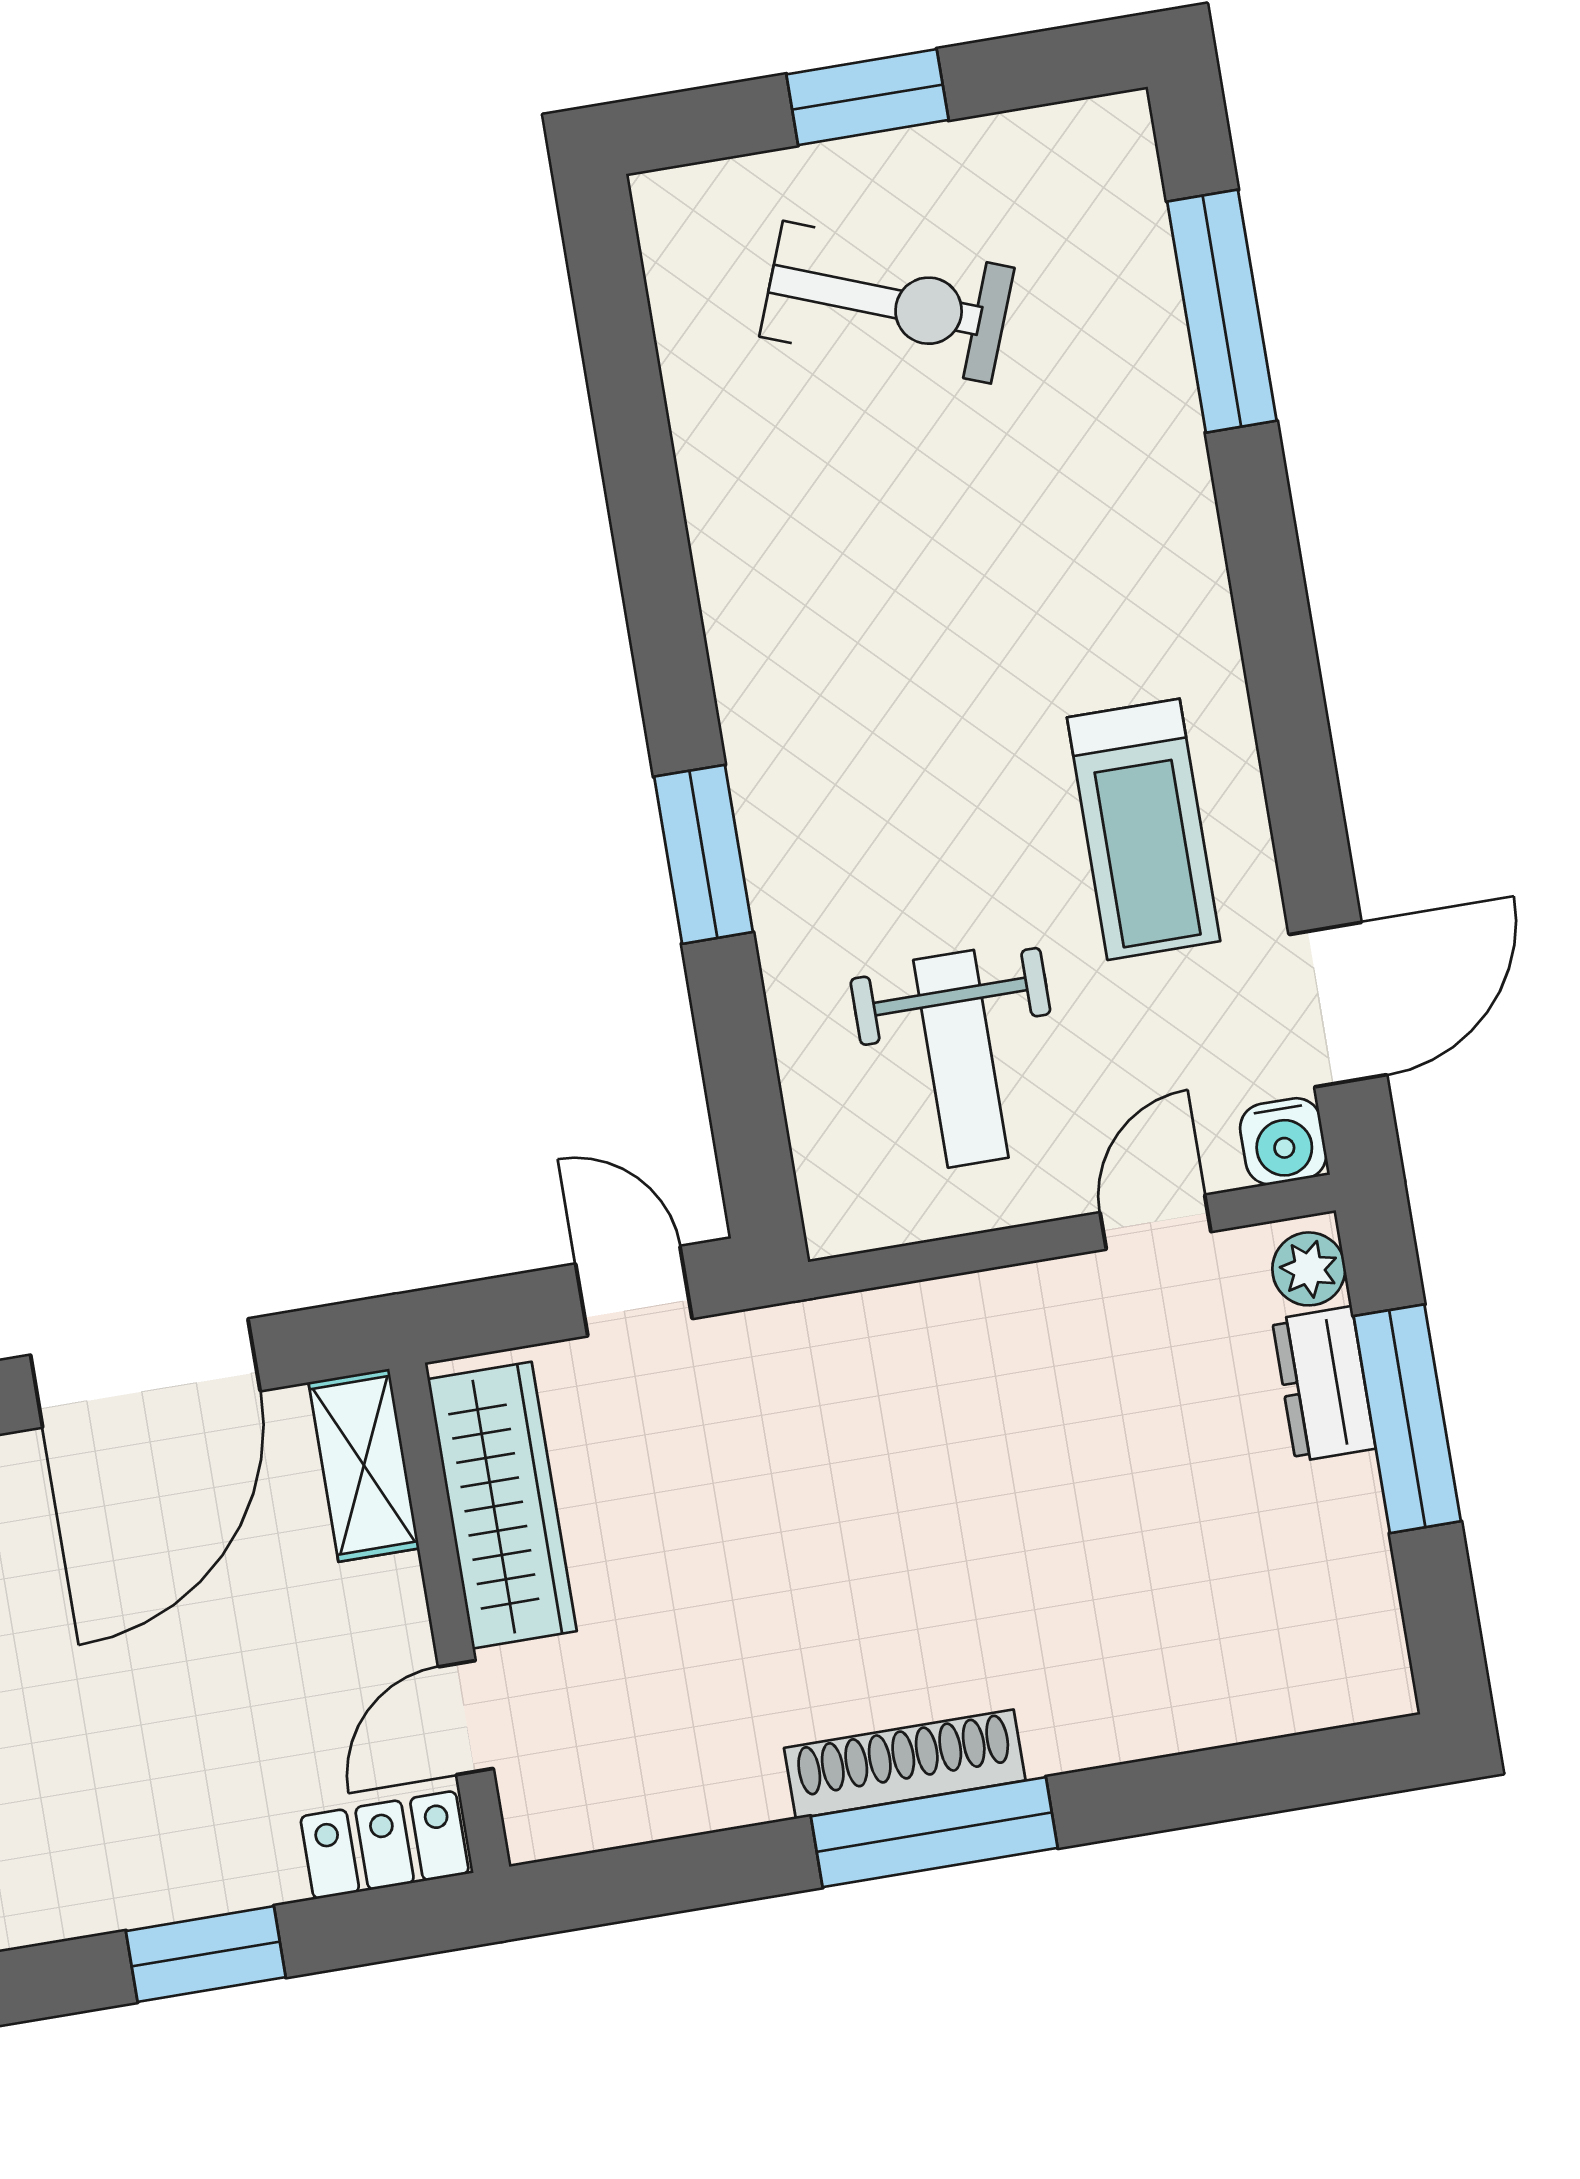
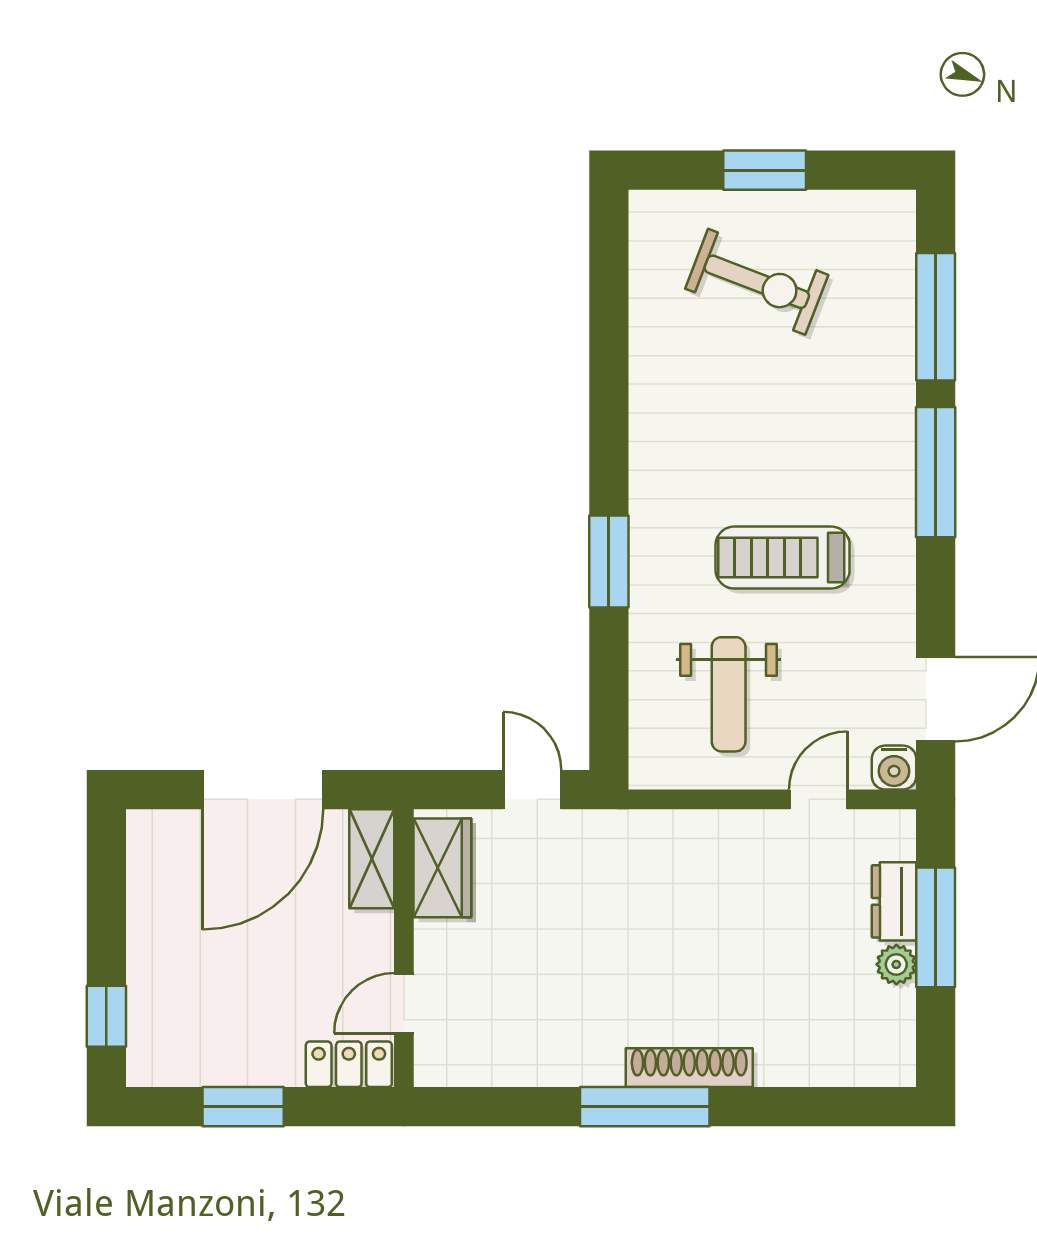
window: (1269, 593) -> (936, 472), added
treadmill: (1144, 829) -> (783, 558), moved, turned 90
plant: (1309, 1269) -> (896, 964), moved
wardrobe: (502, 1505) -> (442, 868), width x0.67
shoe rack: (905, 1764) -> (689, 1068), moved

